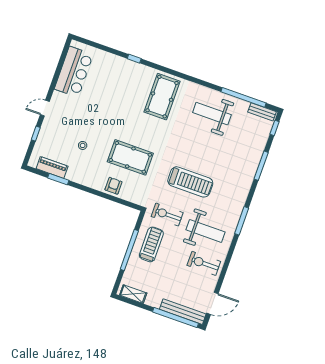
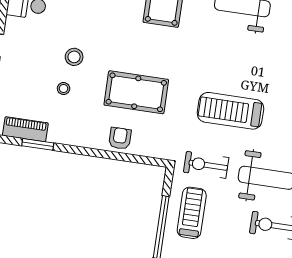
stool: (94, 126) -> (74, 57), added
treadmill: (190, 182) -> (230, 111), turned 180

